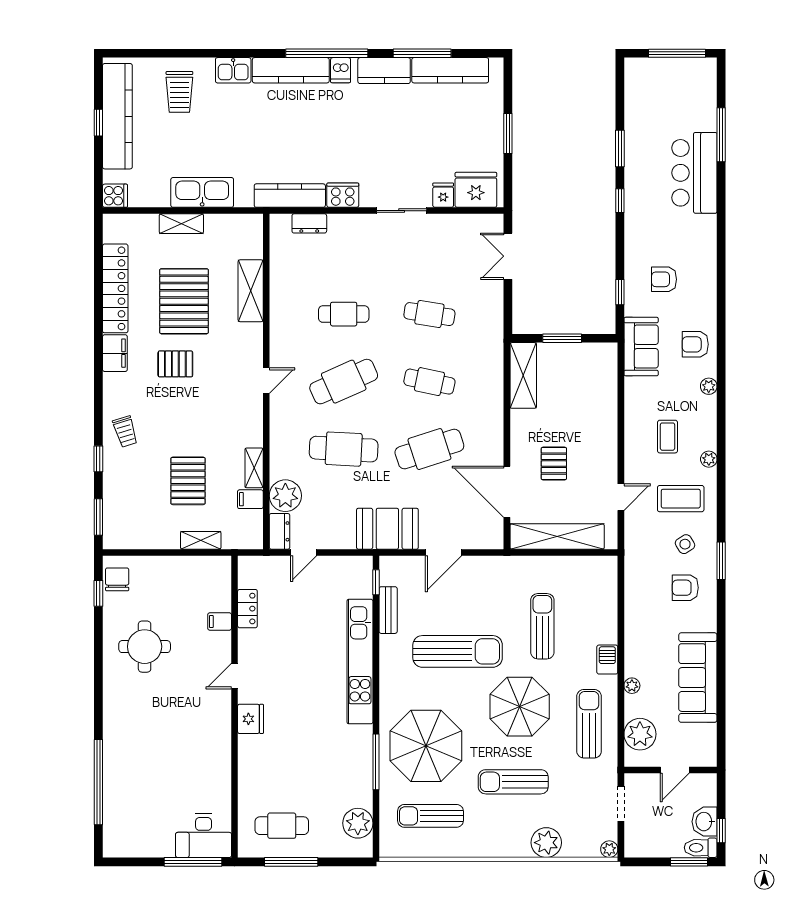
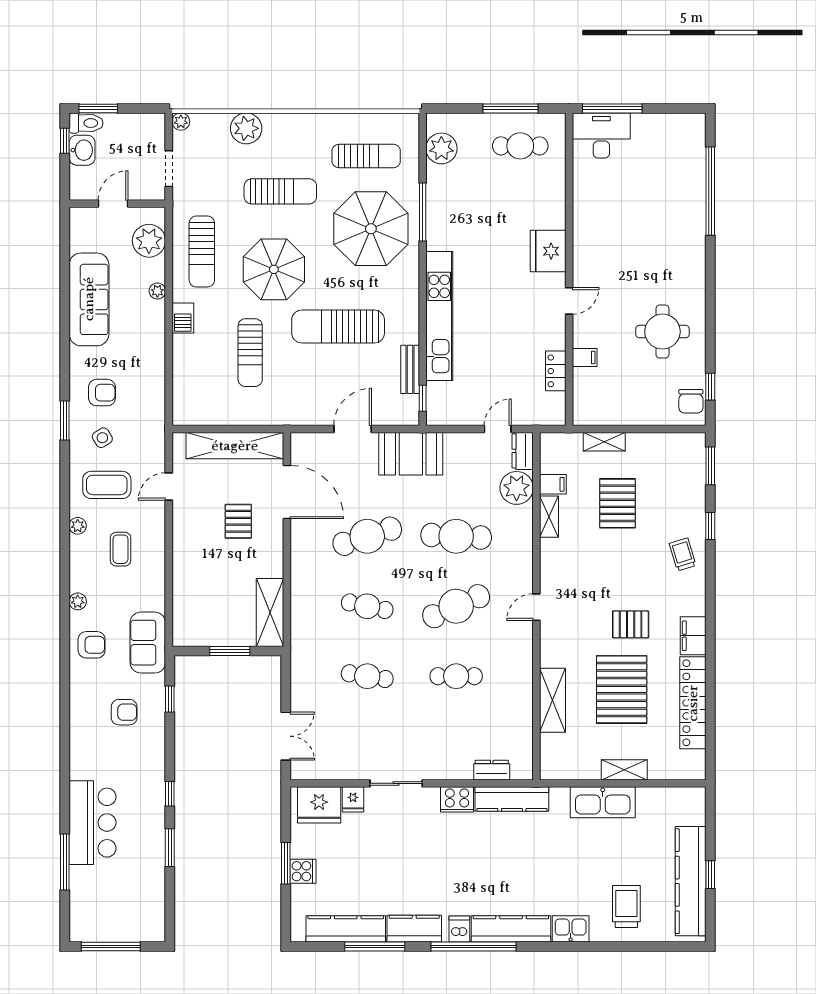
cooker: (115, 196) -> (303, 871), moved, turned 180
fridge: (250, 719) -> (548, 251), width x1.36, depth x1.34

